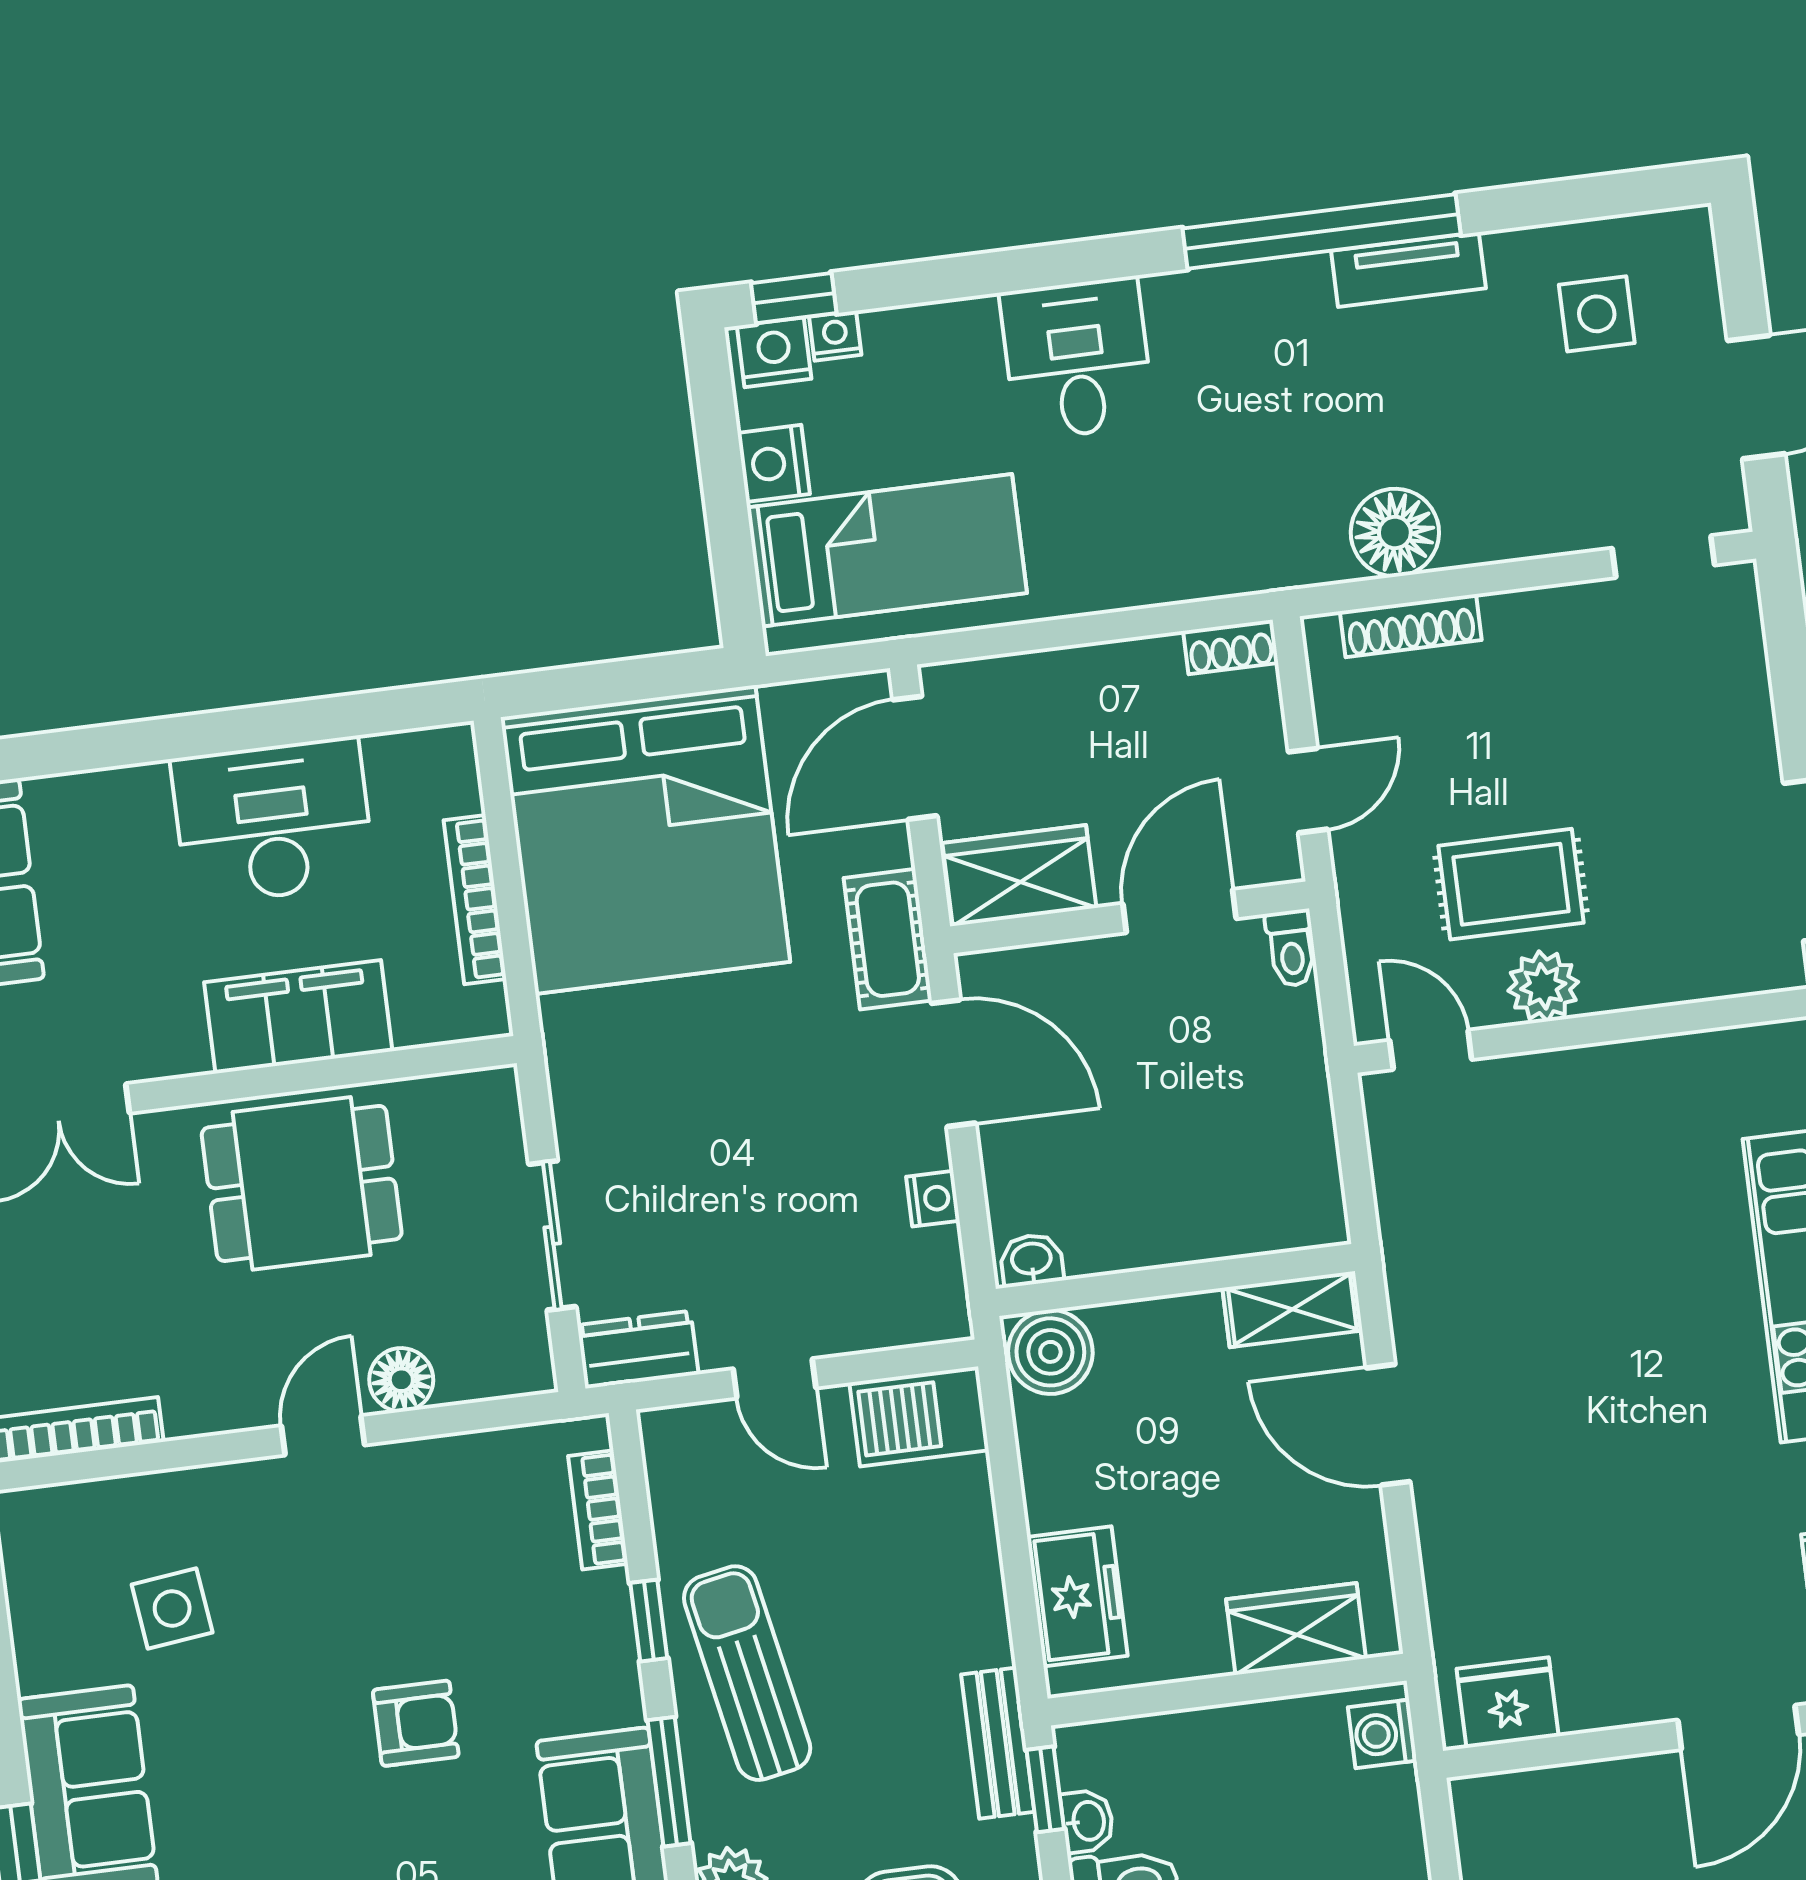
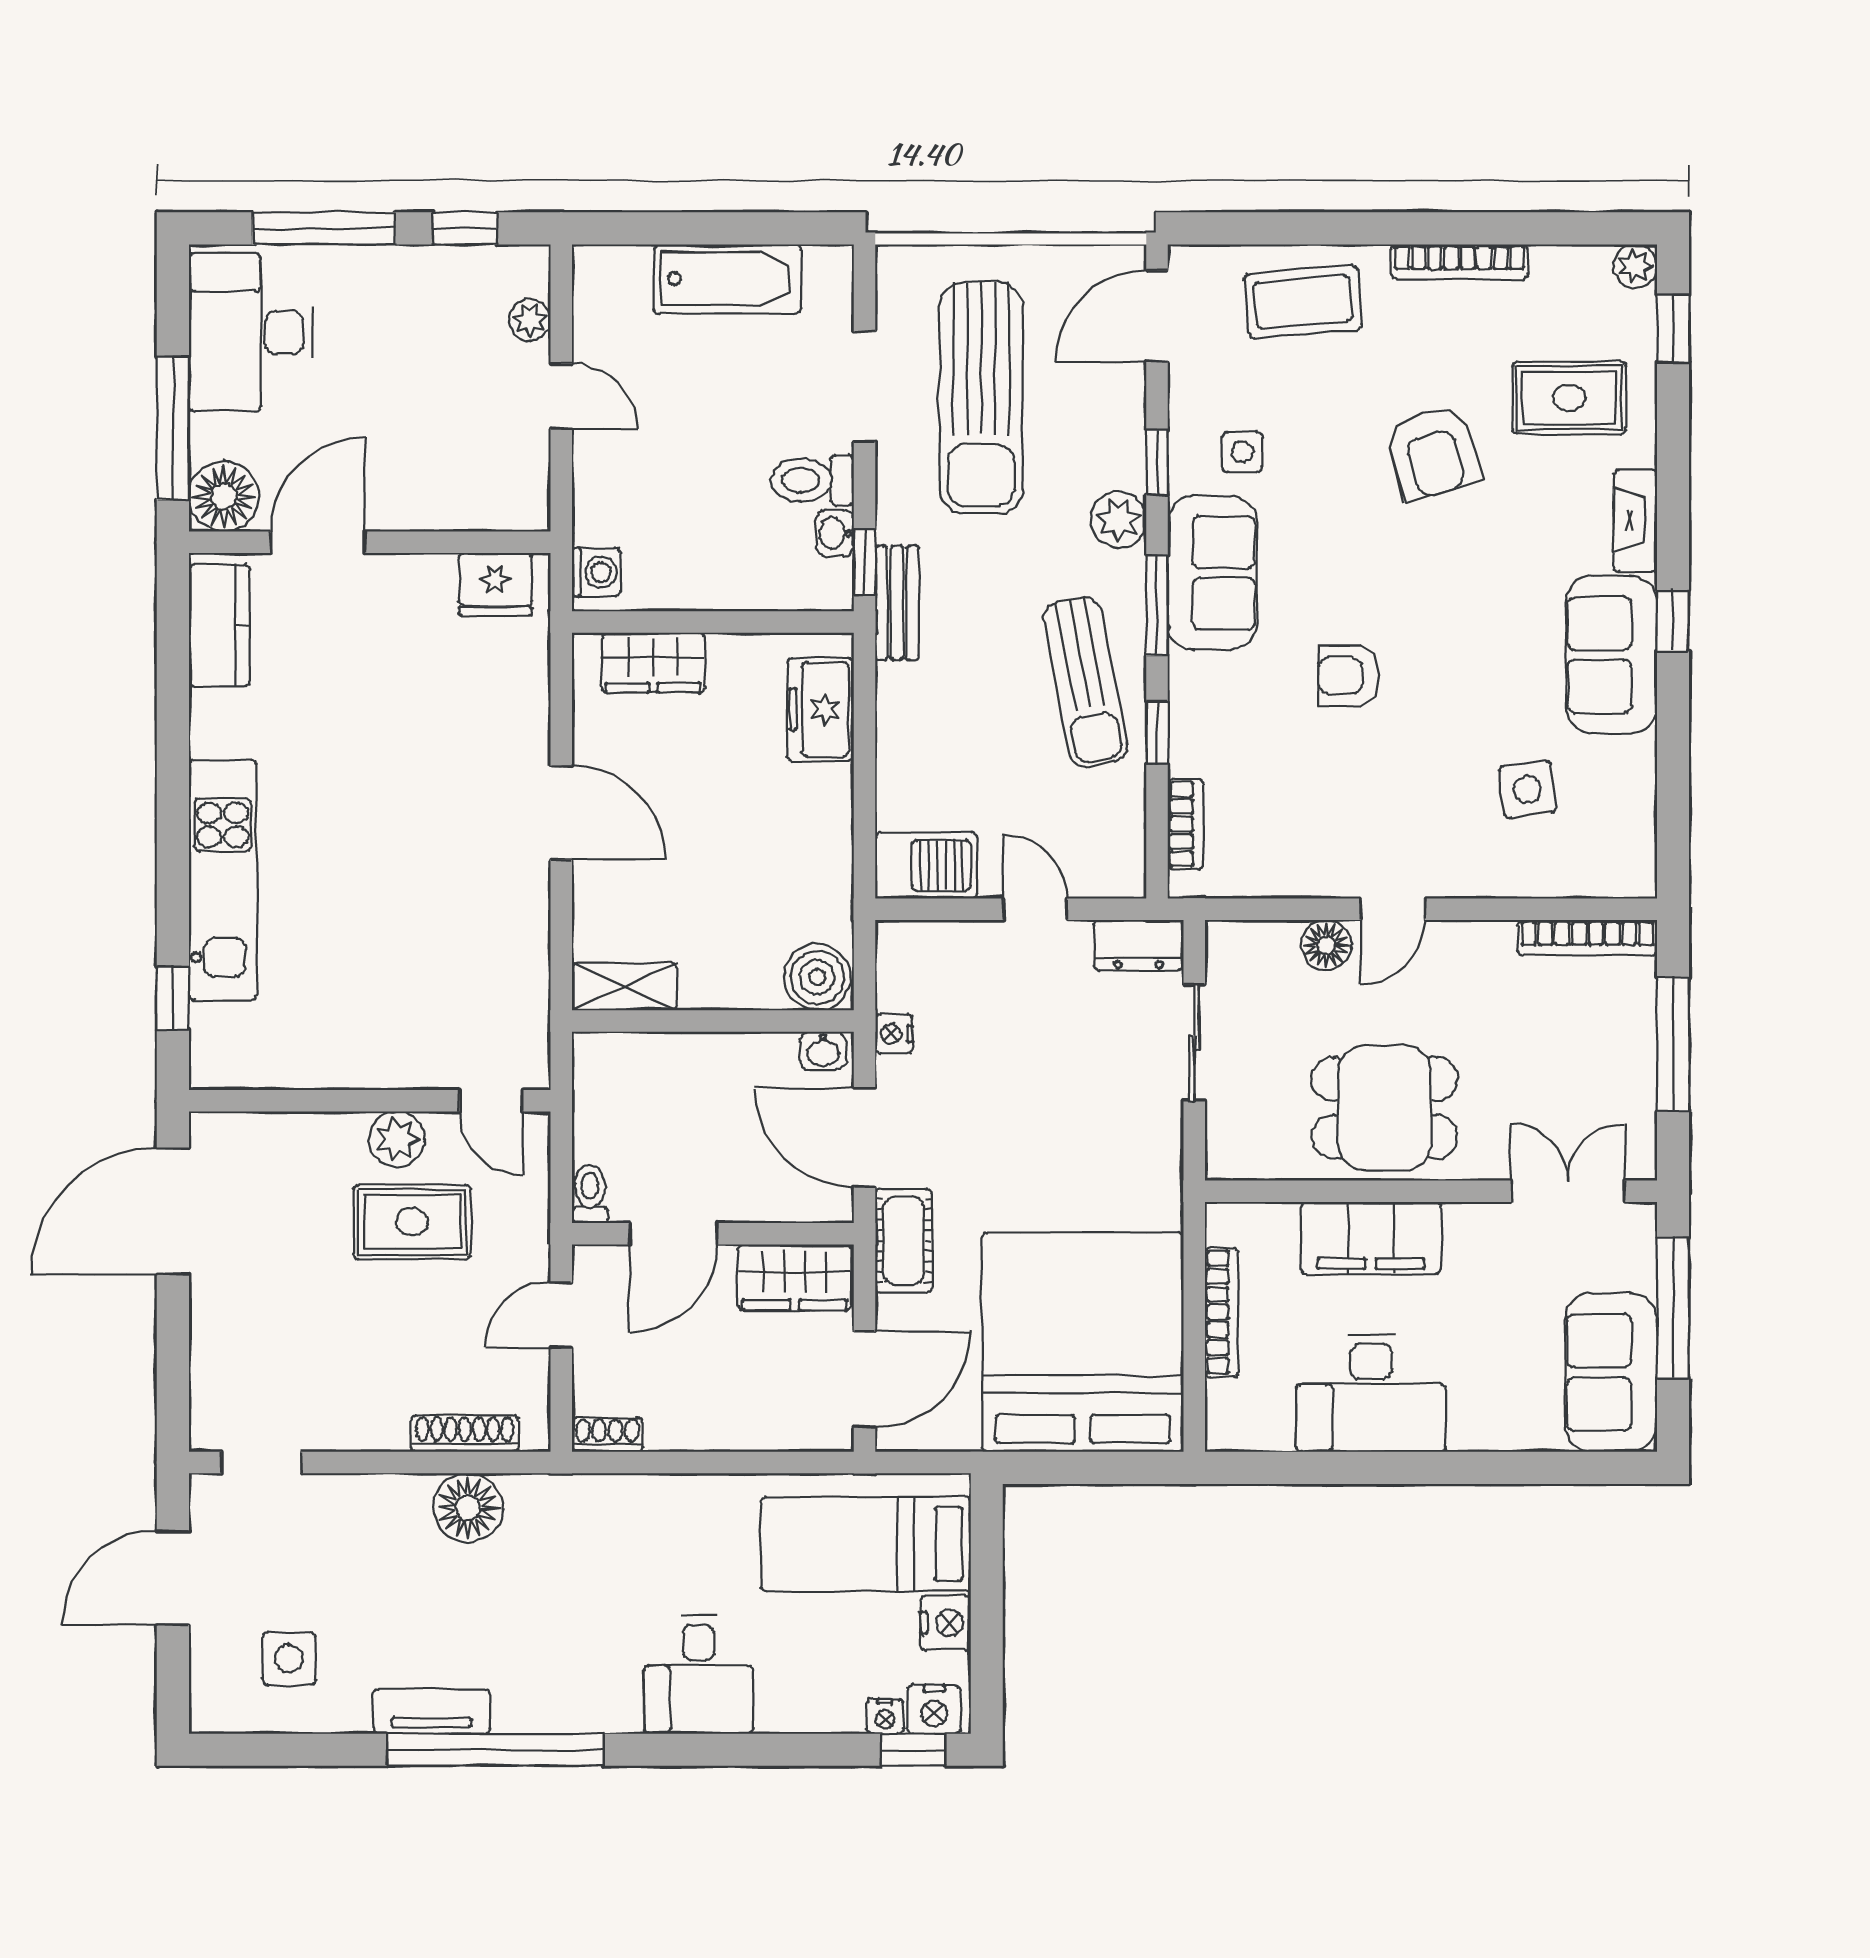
washbasin: (1032, 1260) -> (823, 1051), moved
wall: (1175, 1280) -> (713, 1021), moved
shelving: (1292, 1309) -> (624, 987), moved
boiler: (1050, 1352) -> (817, 977), moved

